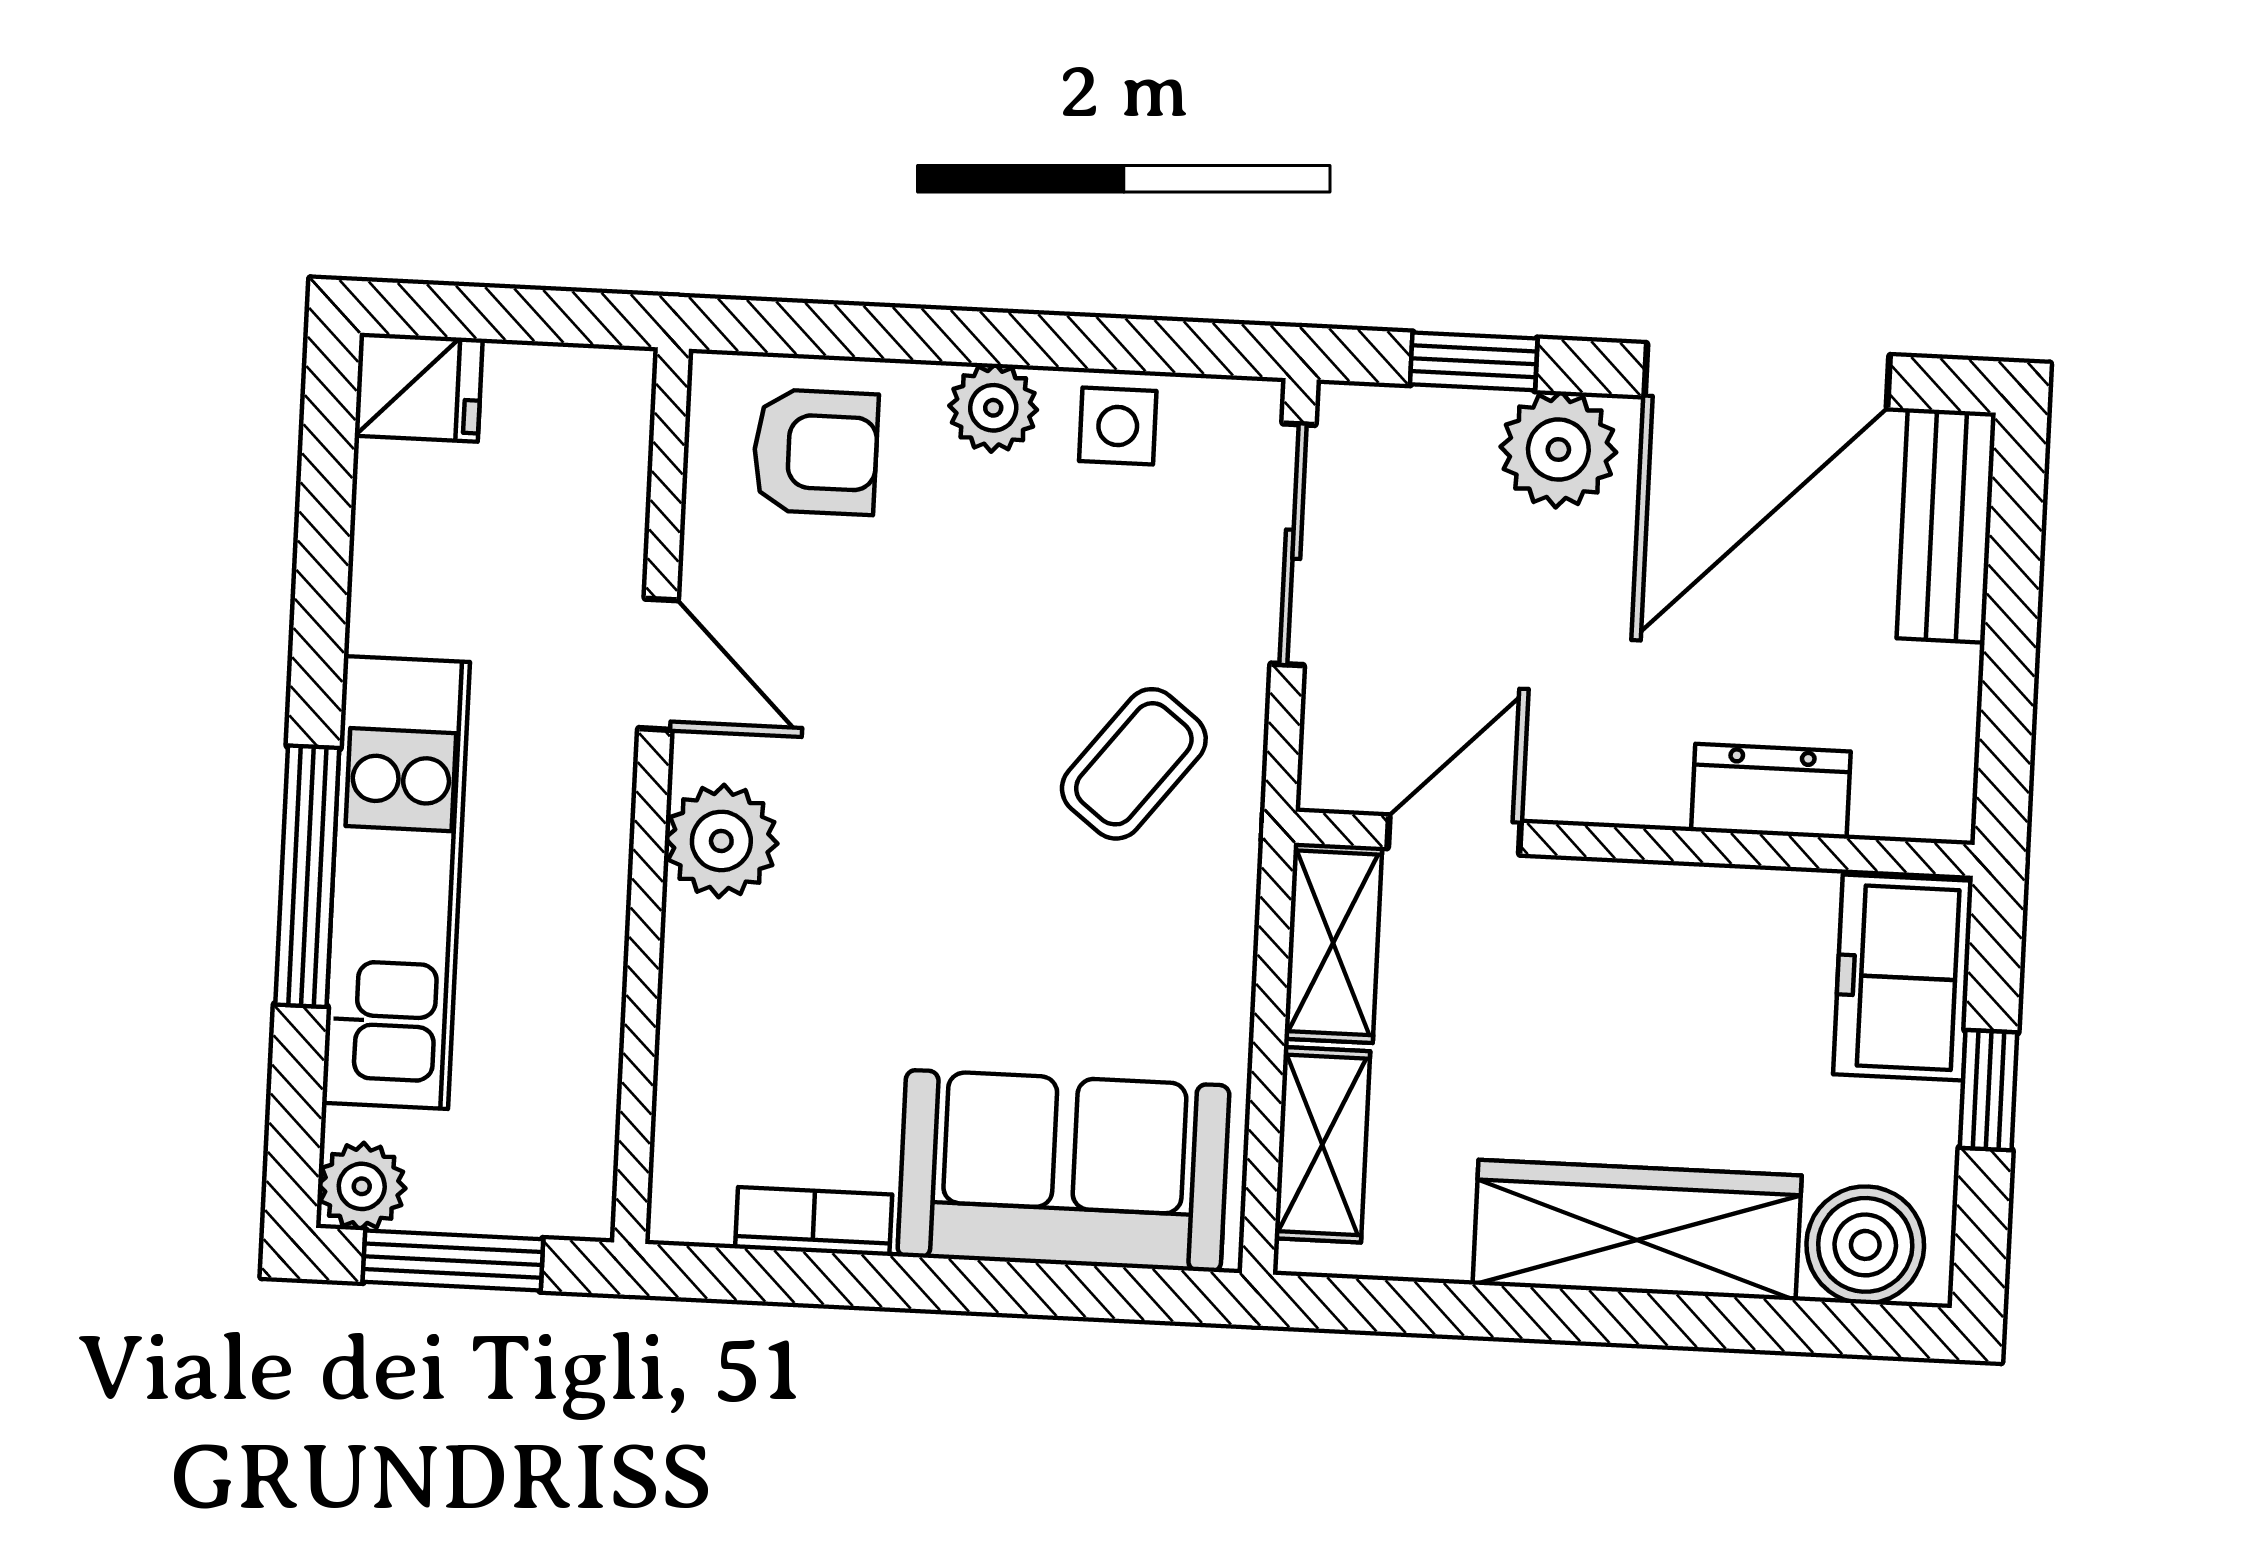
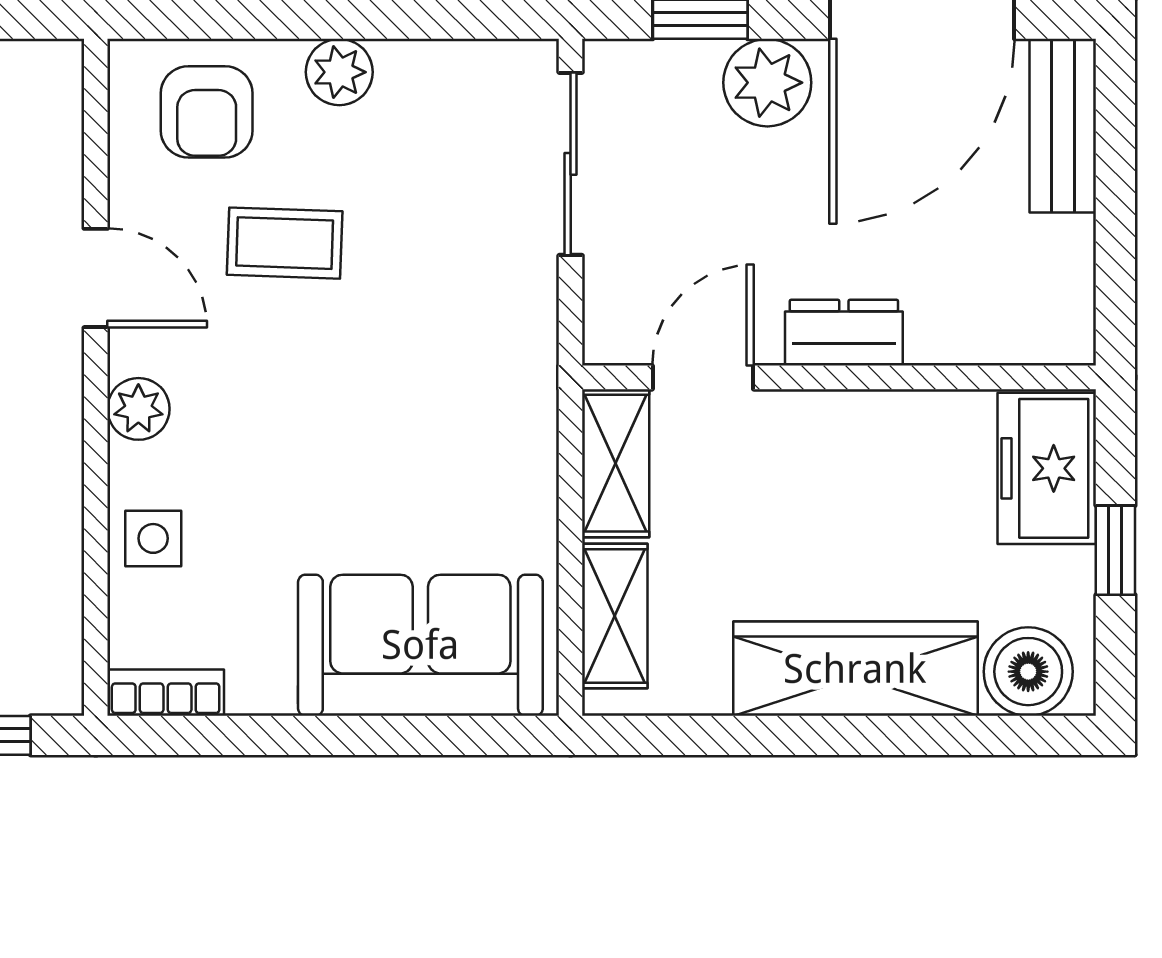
side table: (1118, 426) -> (153, 538), moved
armchair: (815, 452) -> (207, 112), turned 90
coffee table: (1134, 764) -> (285, 243), moved, turned 54
dresser: (1771, 791) -> (844, 333), moved
plant: (721, 841) -> (138, 409), width x0.73, depth x0.73
bookcase: (814, 1221) -> (166, 693), moved

